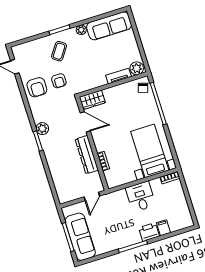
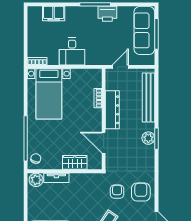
wardrobe: (92, 100) -> (75, 162), moved
plant: (42, 129) -> (148, 138), moved
bench: (57, 176) -> (149, 98), added
filing cabinet: (163, 228) -> (54, 13), width x2.00
printer: (149, 232) -> (107, 14), moved

